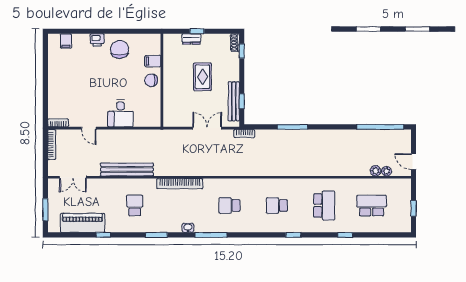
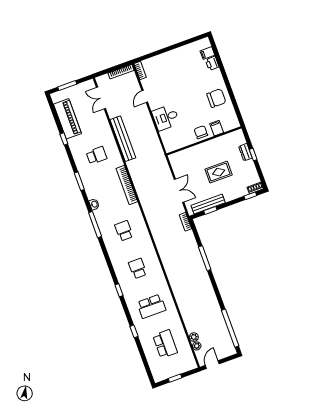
printer: (97, 40) -> (212, 63), moved

